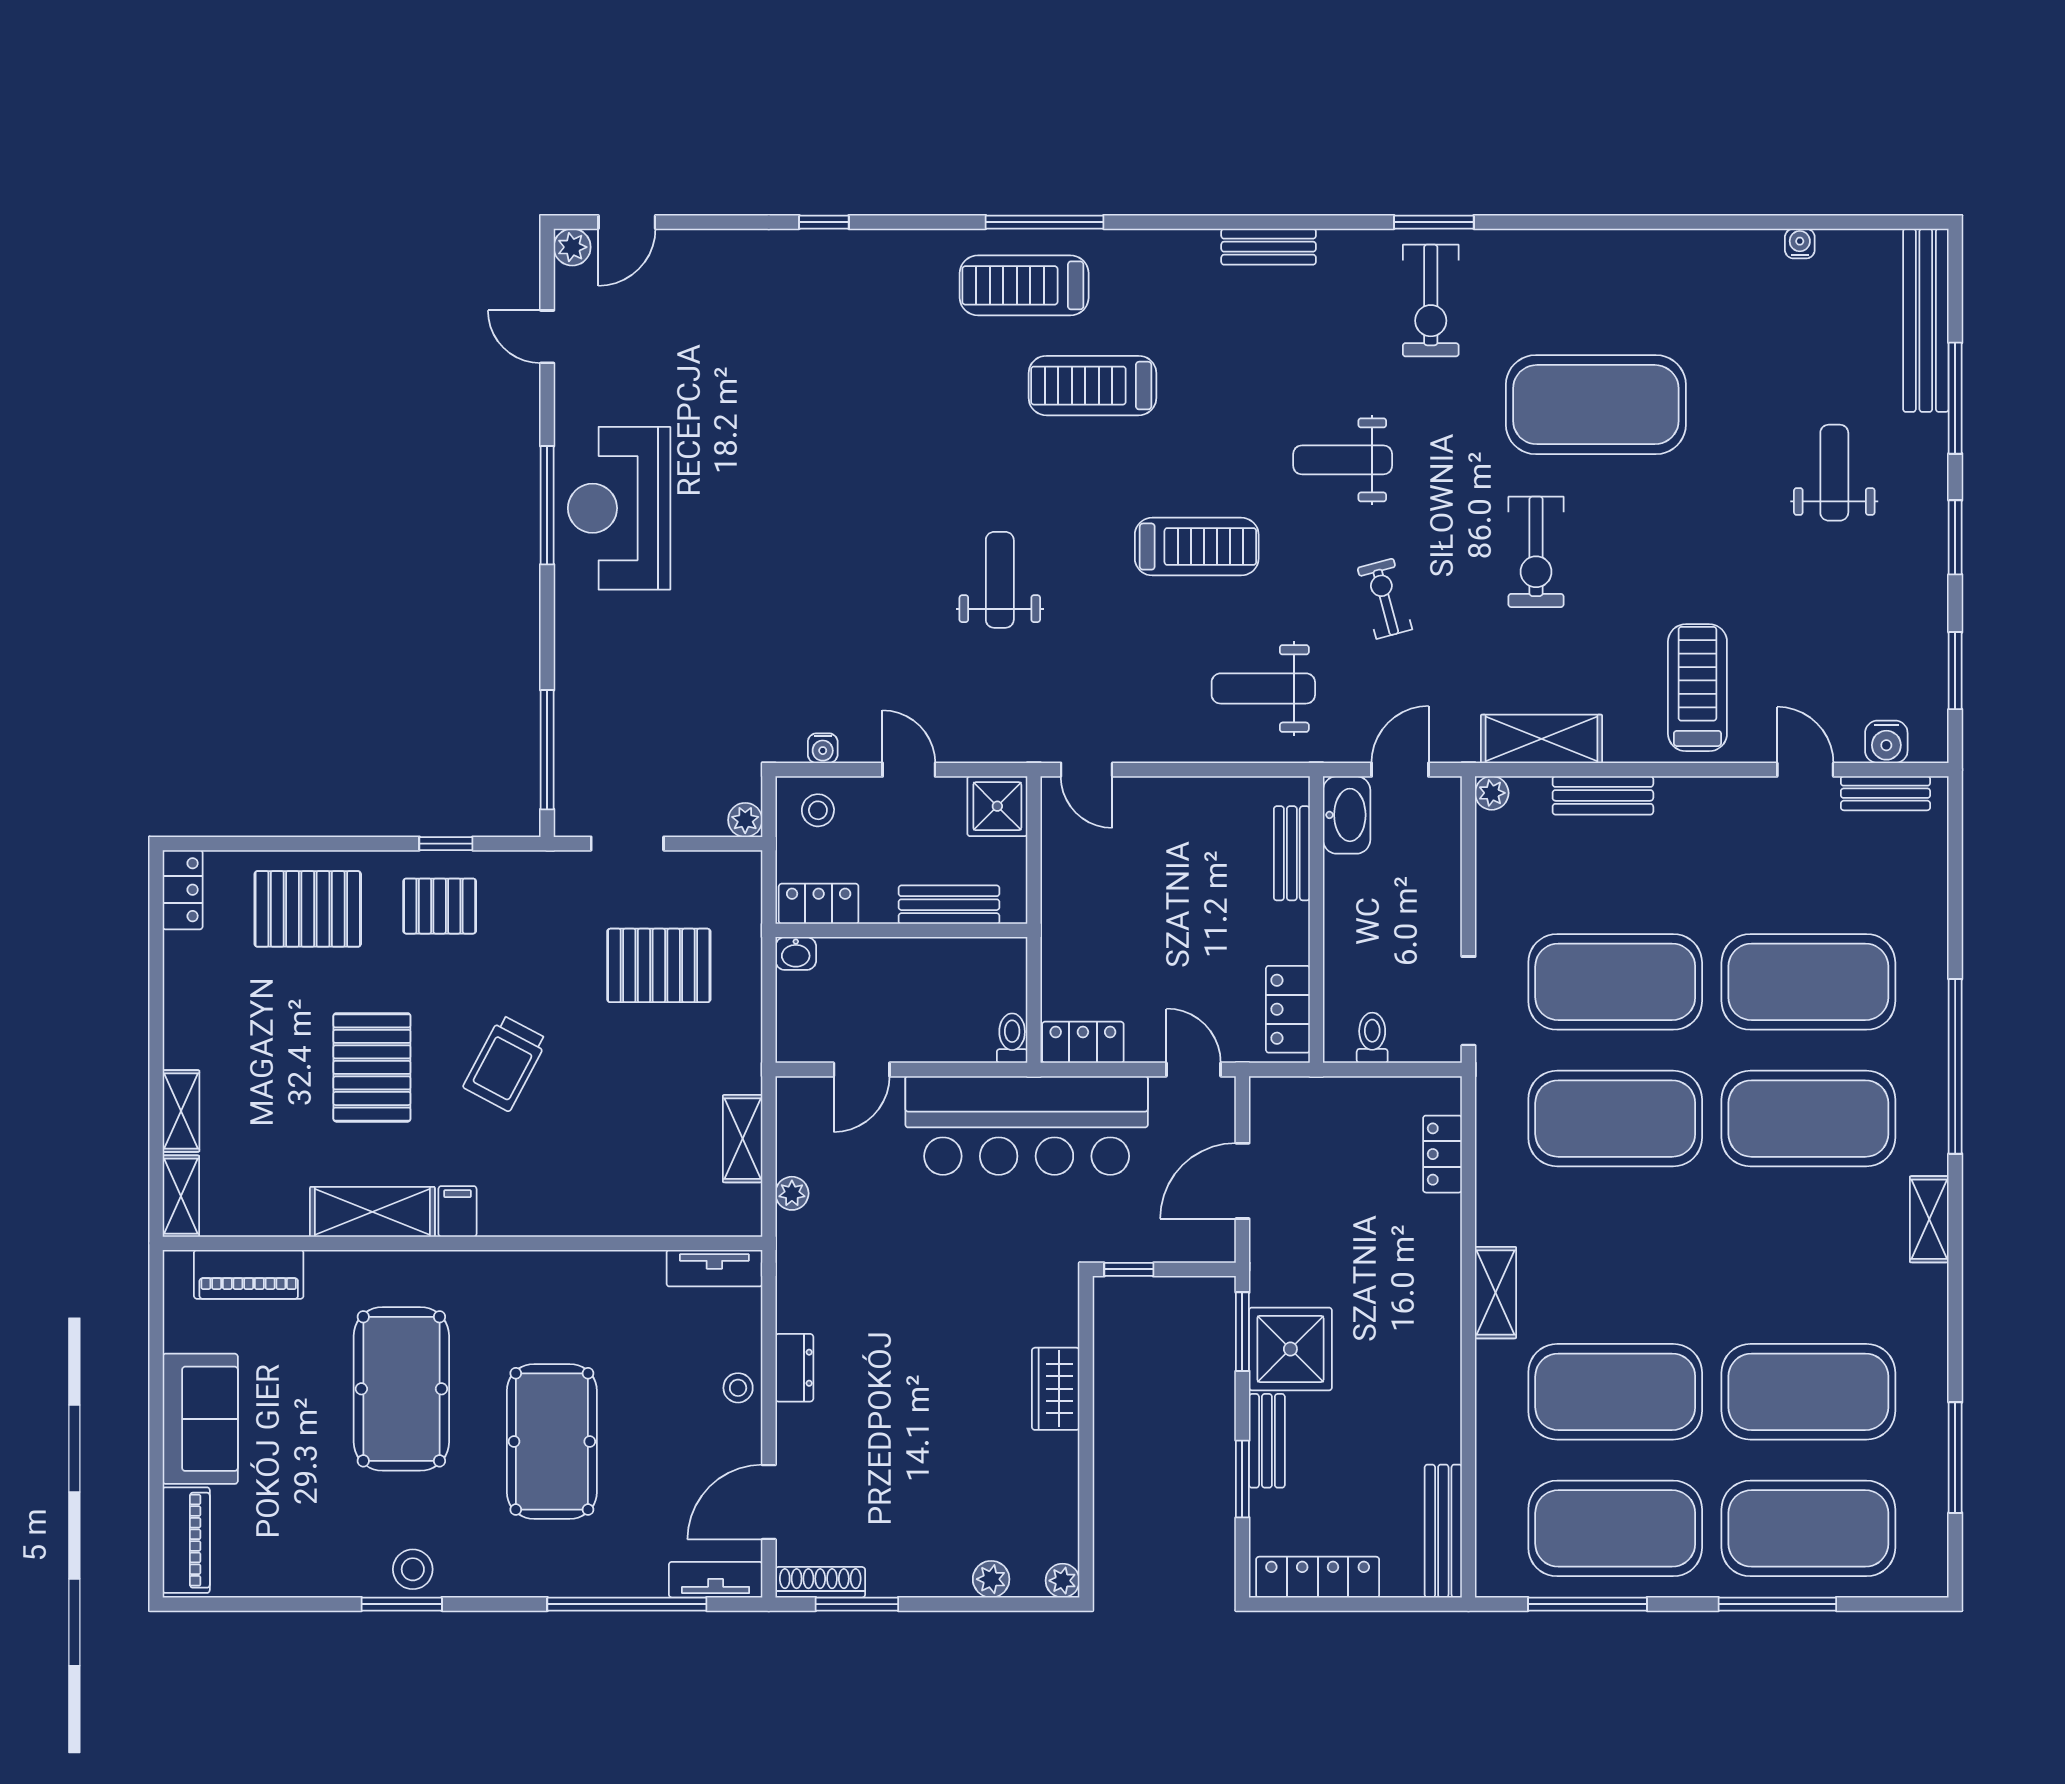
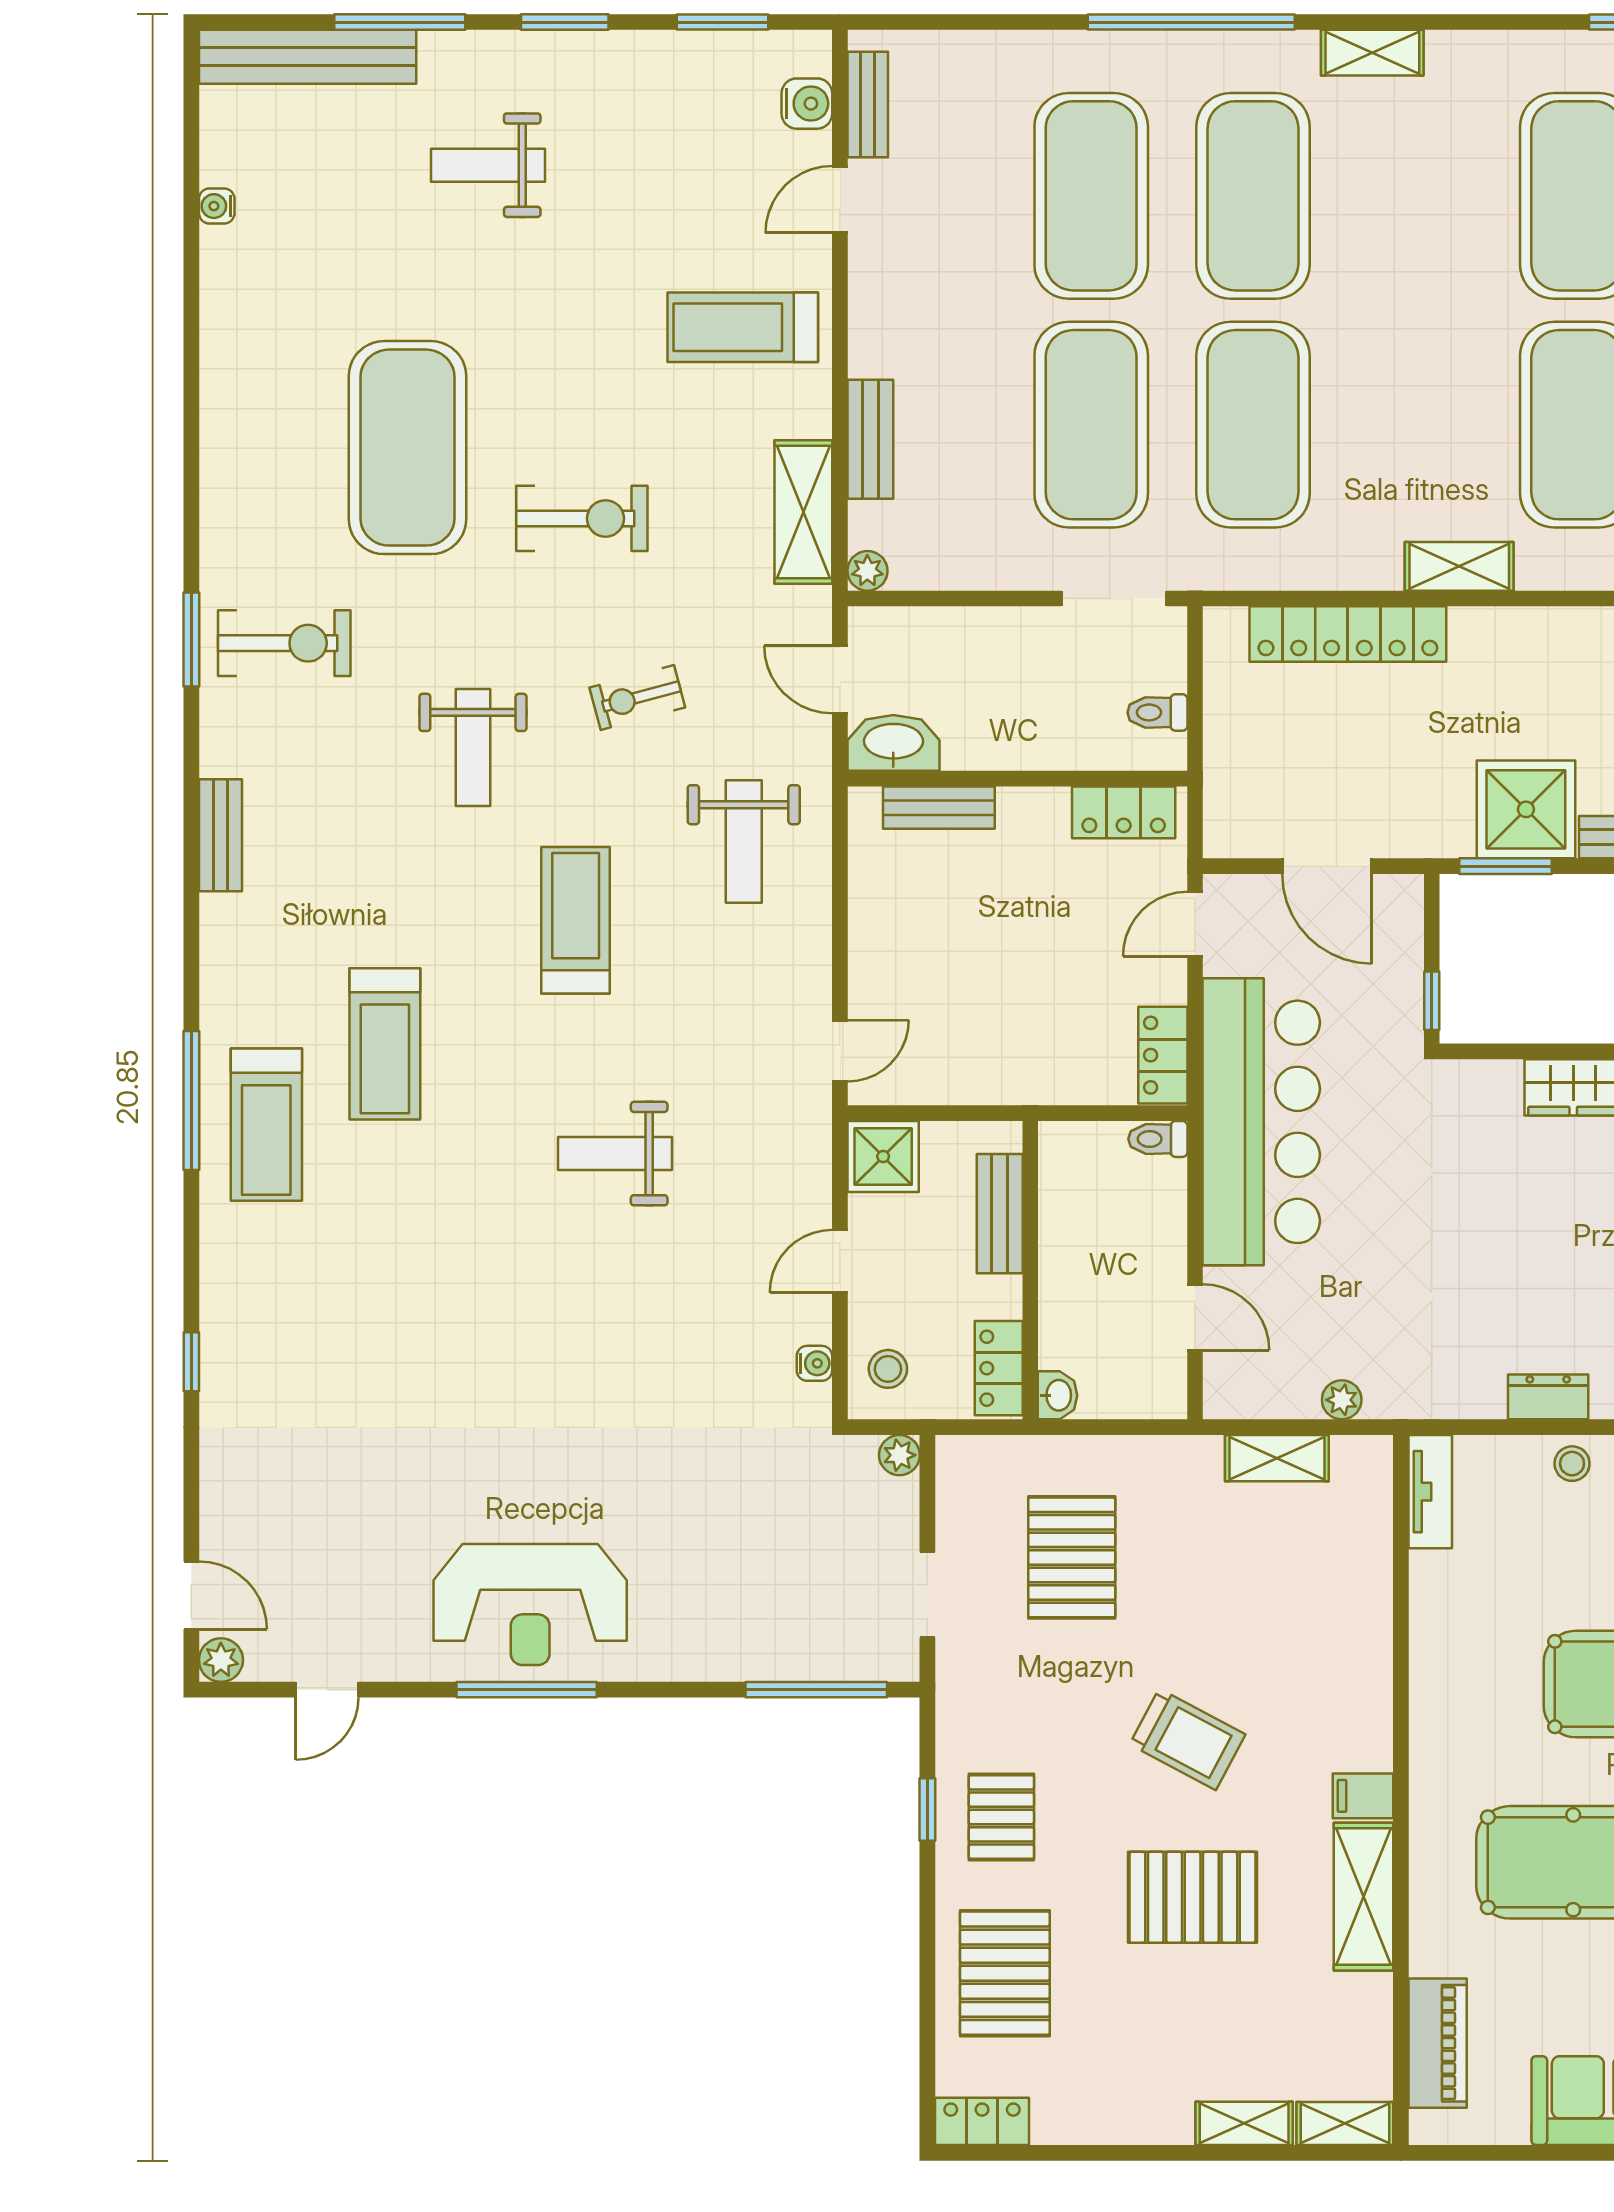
locker: (1442, 1154) -> (1348, 634), width x2.16, depth x1.21

